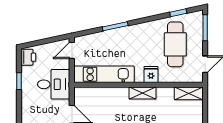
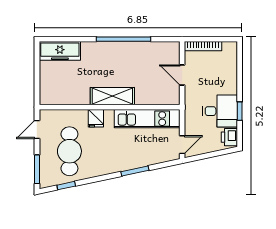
desk: (54, 84) -> (220, 111), moved, turned 180
shelving: (143, 93) -> (112, 96), width x1.50, depth x1.33
shelving: (189, 93) -> (55, 98), removed

